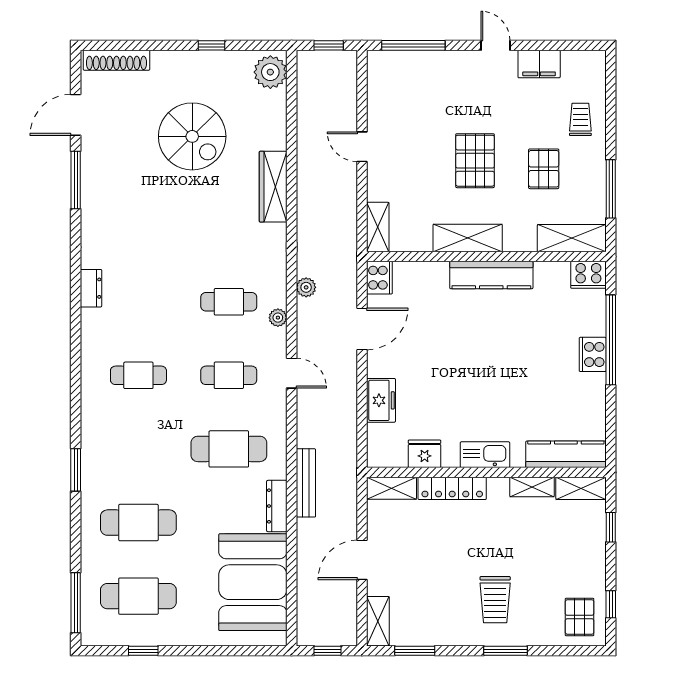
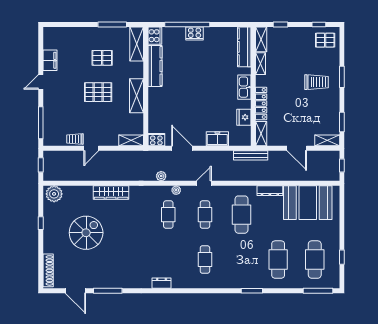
trolley: (580, 119) -> (75, 139), moved
kitchen counter: (491, 275) -> (155, 66), moved
bench: (306, 483) -> (251, 155), moved

